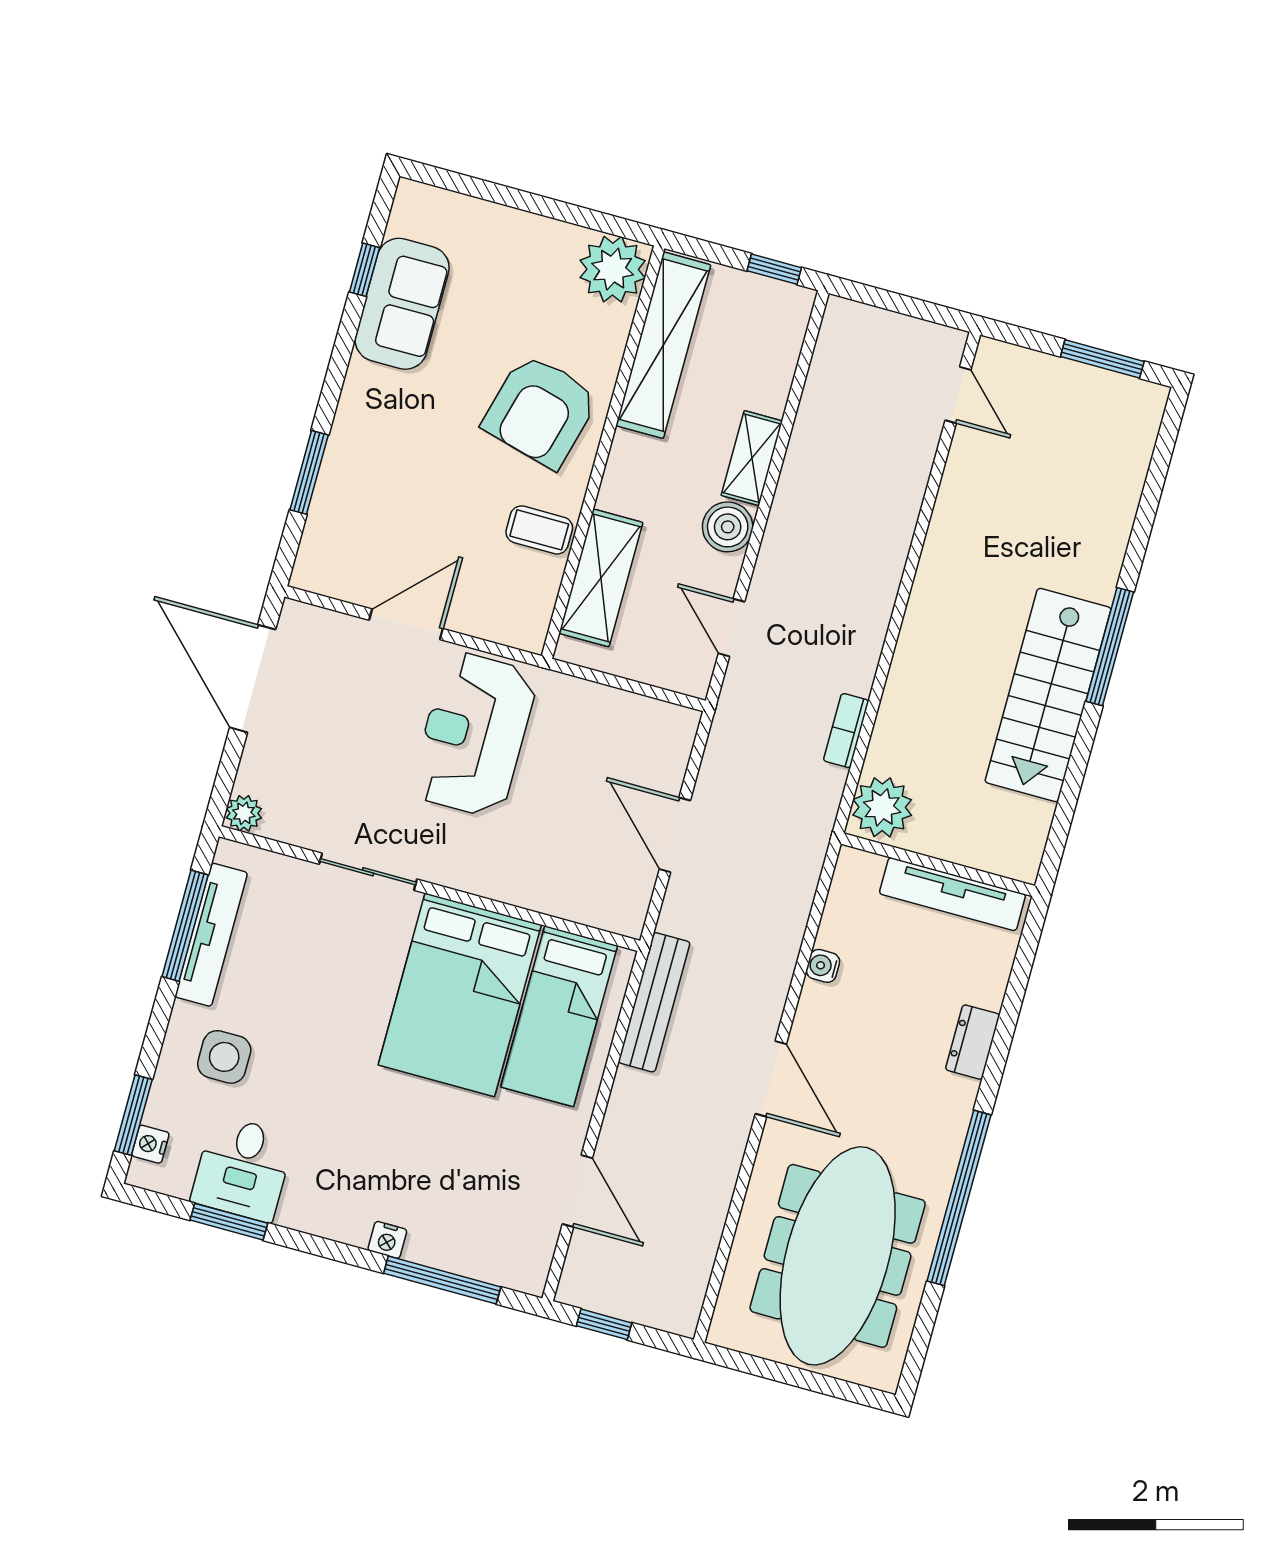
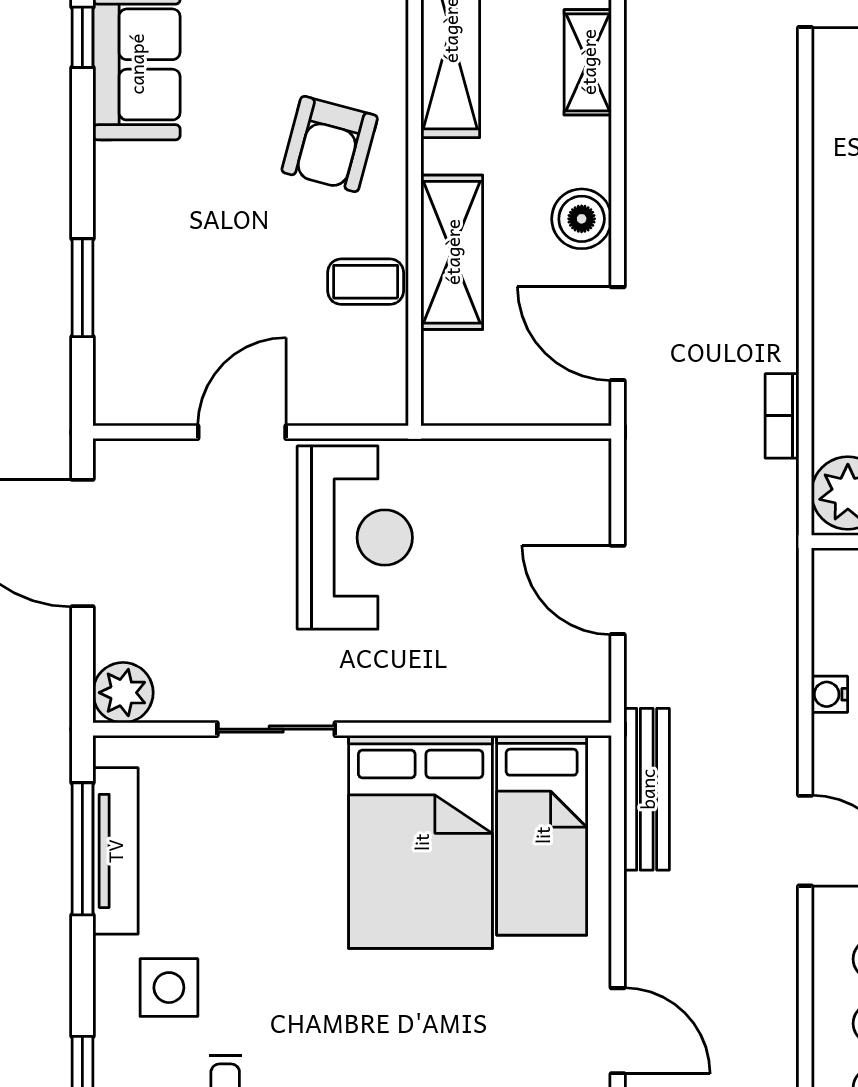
armchair: (541, 411) -> (330, 144), width x0.73, depth x0.73
shelving: (752, 458) -> (588, 62), moved
shelving: (601, 578) -> (452, 252), moved
door: (731, 628) -> (618, 334), width x1.38
reception desk: (474, 734) -> (355, 538), turned 180
plant: (244, 813) -> (123, 693), width x1.38, depth x1.38

